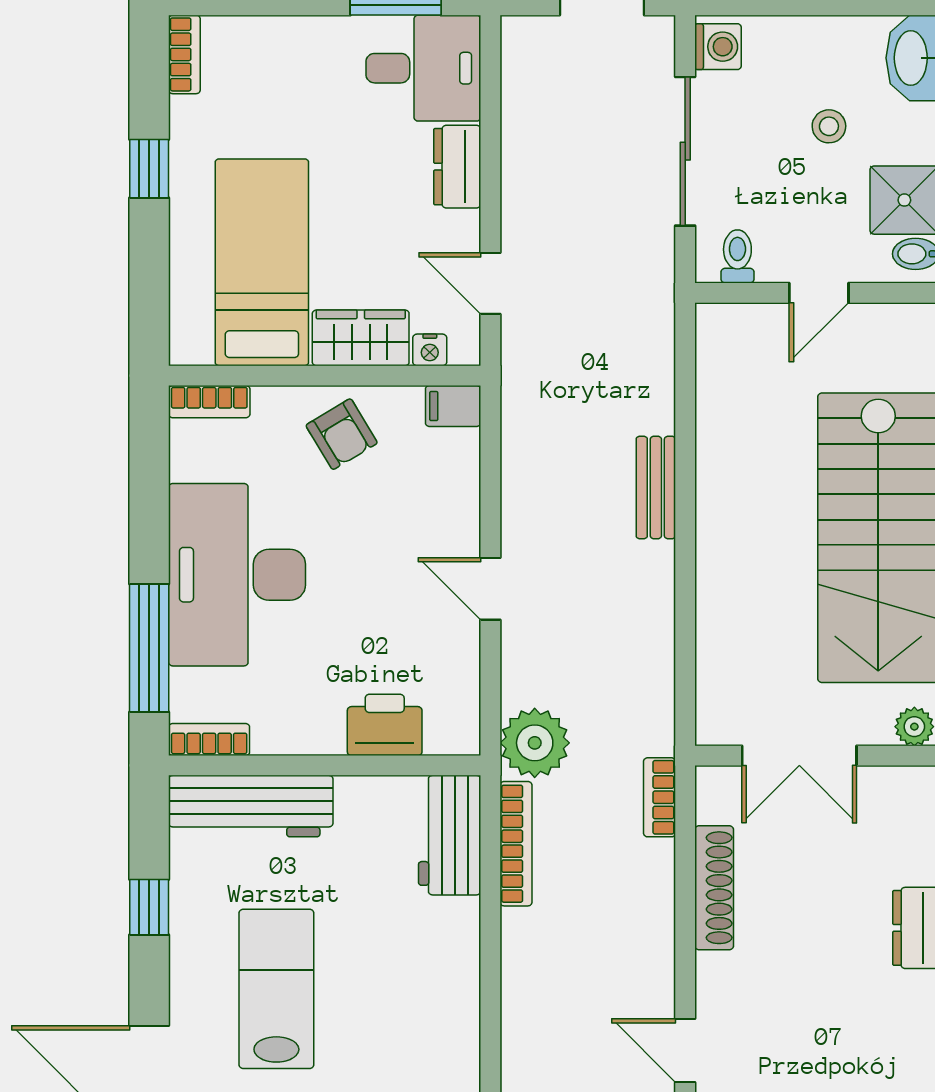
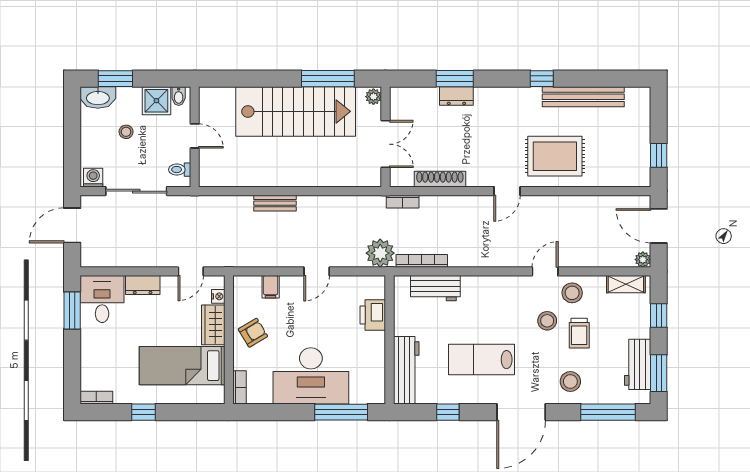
filing cabinet: (453, 406) -> (271, 287), moved
bookcase: (209, 740) -> (379, 387), removed
workbench: (450, 835) -> (435, 288), moved

